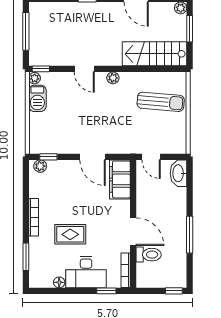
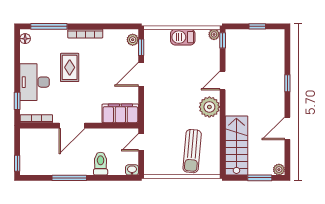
window: (26, 31) -> (257, 26), width x0.46
plant: (113, 78) -> (209, 107), width x1.87, depth x1.87
barbecue: (37, 98) -> (183, 37), moved
door: (93, 157) -> (141, 74), moved
washbasin: (179, 173) -> (132, 170), width x0.52, depth x0.69
toilet: (149, 255) -> (101, 164), moved, turned 180
window: (26, 257) -> (49, 26), width x1.44
floor lamp: (59, 282) -> (25, 39), moved

